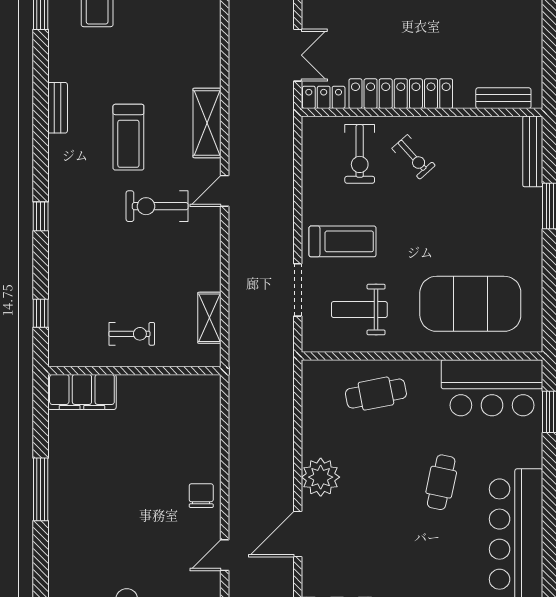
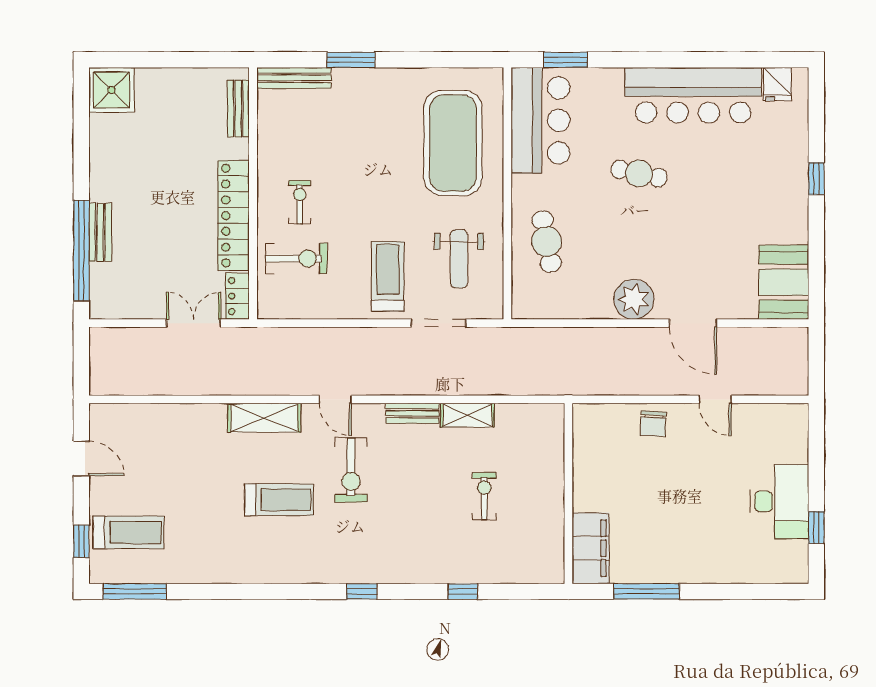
bench: (58, 108) -> (412, 413), moved
exercise bike: (414, 157) -> (300, 202), turned -48
wall: (134, 371) -> (568, 493), moved
filing cabinet: (82, 392) -> (591, 548), moved
chair: (201, 496) -> (653, 424), turned -87

